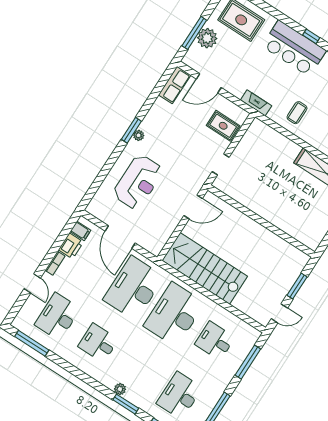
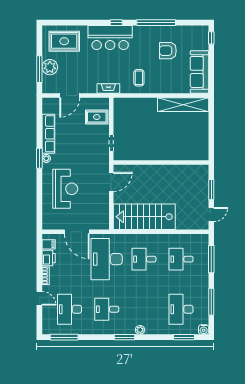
row of seats: (175, 85) -> (48, 134), moved, width x1.48
desk: (174, 314) -> (144, 259), width x0.53, depth x0.77
window: (126, 404) -> (124, 337), moved

